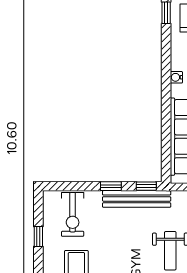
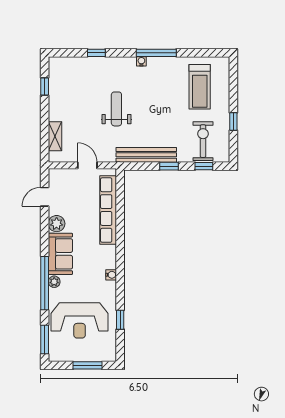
water cooler: (176, 77) -> (111, 275), moved
window: (146, 186) -> (204, 166), moved

